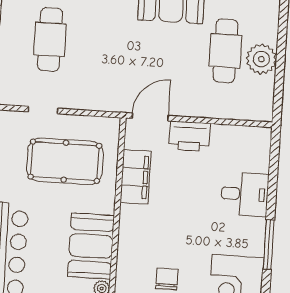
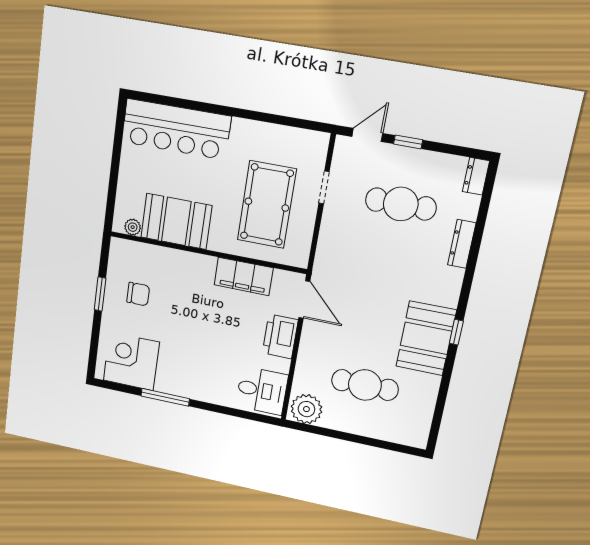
plant: (261, 59) -> (306, 409), moved
desk: (245, 194) -> (262, 391), moved, turned -90

